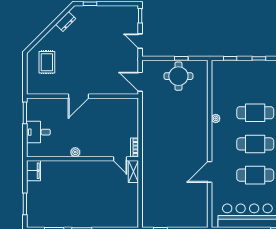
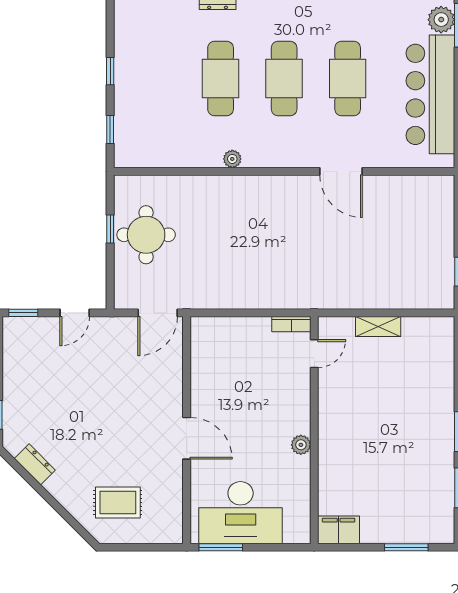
desk: (38, 132) -> (241, 513), width x1.87, depth x1.30
shelving: (133, 172) -> (378, 326), moved

